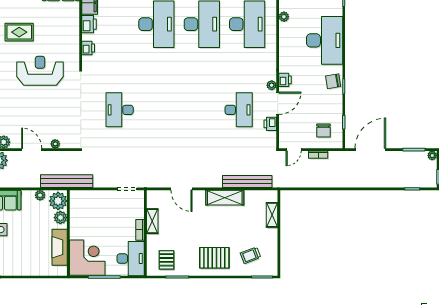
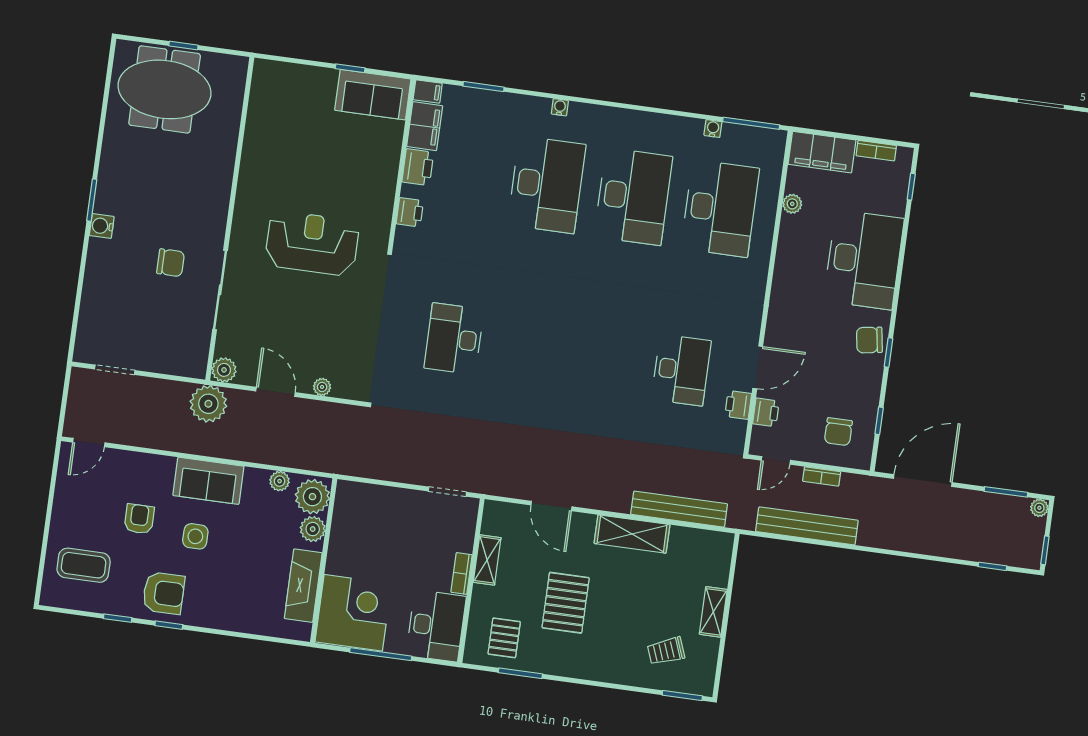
rug: (19, 32) -> (282, 164), removed
printer: (285, 80) -> (766, 412), moved
plant: (272, 85) -> (751, 332), removed
bench: (67, 181) -> (807, 526), moved
shelving: (272, 215) -> (713, 612), moved
pallet: (214, 258) -> (566, 603), moved, turned 90

